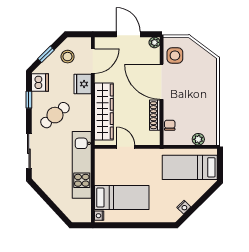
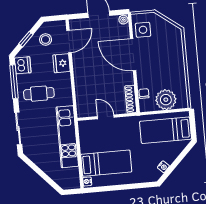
window: (29, 100) -> (14, 82), width x2.17
wardrobe: (104, 111) -> (83, 86), removed
cafe table: (55, 115) -> (39, 94), turned 40
shoe rack: (155, 115) -> (131, 99), moved
plant: (198, 139) -> (166, 100), width x1.88, depth x1.88

